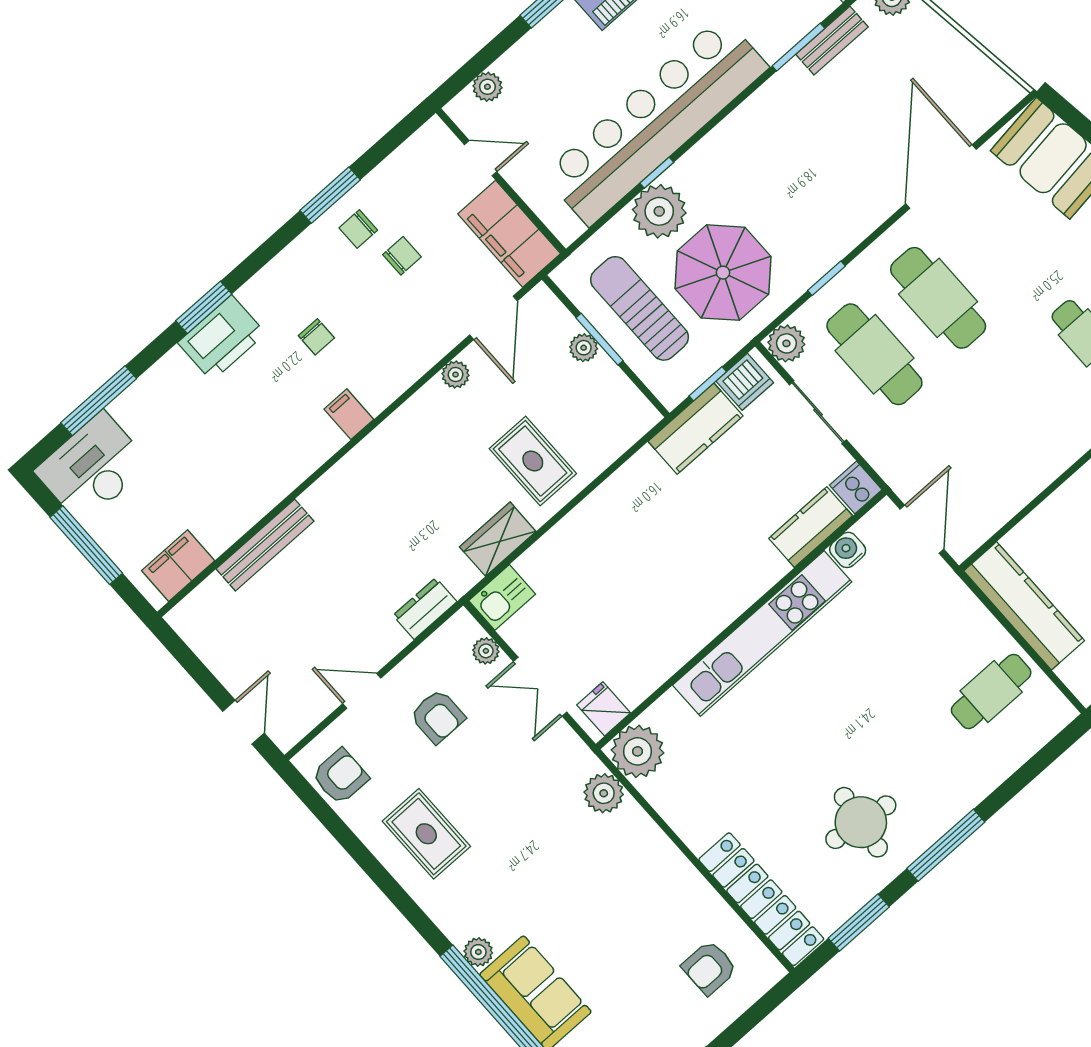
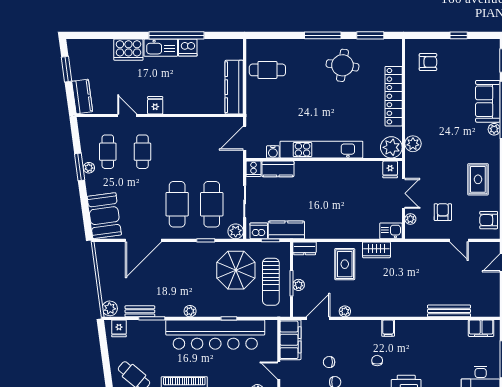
plant: (659, 211) -> (190, 311), moved, width x0.53, depth x0.53
dresser: (425, 609) -> (305, 248), moved
locker: (761, 899) -> (394, 96), moved

